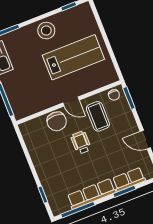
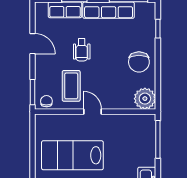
chair: (57, 121) -> (139, 62), moved, turned 180
plant: (30, 130) -> (145, 99), added
wheelchair: (81, 143) -> (82, 50), moved

